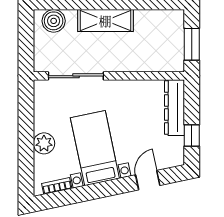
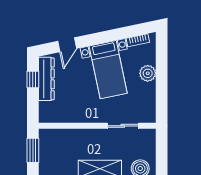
sliding door: (76, 76) -> (123, 126), width x0.73
dresser: (174, 108) -> (46, 79), moved

